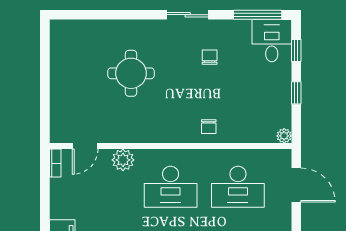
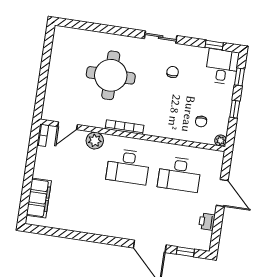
window: (258, 15) -> (214, 45), width x0.46
round table: (131, 73) -> (111, 75), width x1.36, depth x1.36
chair: (209, 127) -> (201, 121), moved
bookcase: (158, 137) -> (124, 127), added
door: (296, 185) -> (222, 193), moved

